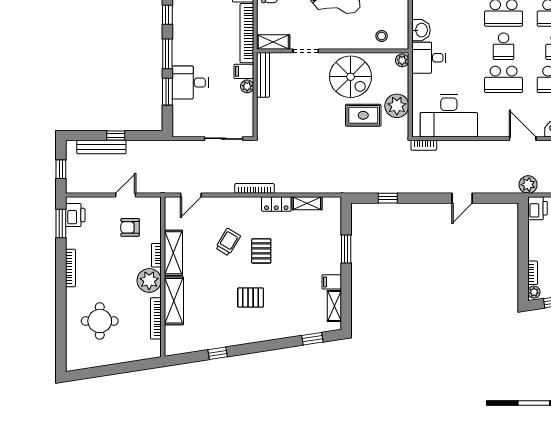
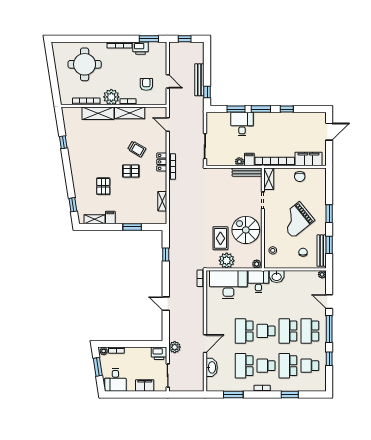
spiral stairs: (351, 77) -> (246, 230), turned 90
desk: (449, 116) -> (228, 285), moved, turned 90
window: (116, 135) -> (207, 92), moved
bench: (101, 147) -> (199, 80), moved
locker: (276, 204) -> (162, 162), moved
printer: (75, 215) -> (140, 48), moved
pallet: (251, 298) -> (103, 186), moved
round table: (100, 321) -> (85, 64), width x1.36, depth x1.36

